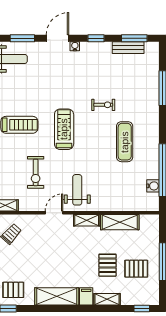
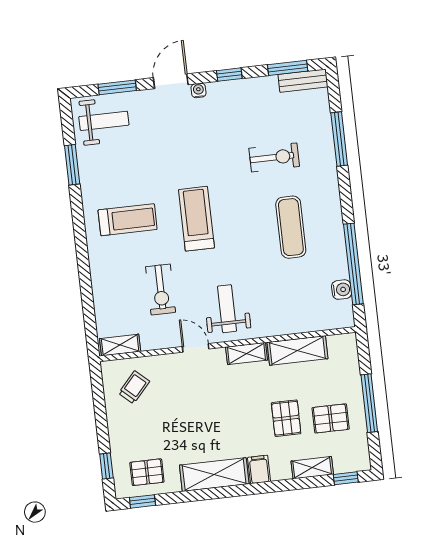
bench: (128, 48) -> (303, 81), moved
exercise bike: (103, 105) -> (274, 157), moved, width x1.38, depth x1.39
door: (54, 213) -> (196, 348), hinge flipped
shelving: (107, 299) -> (312, 468), moved

